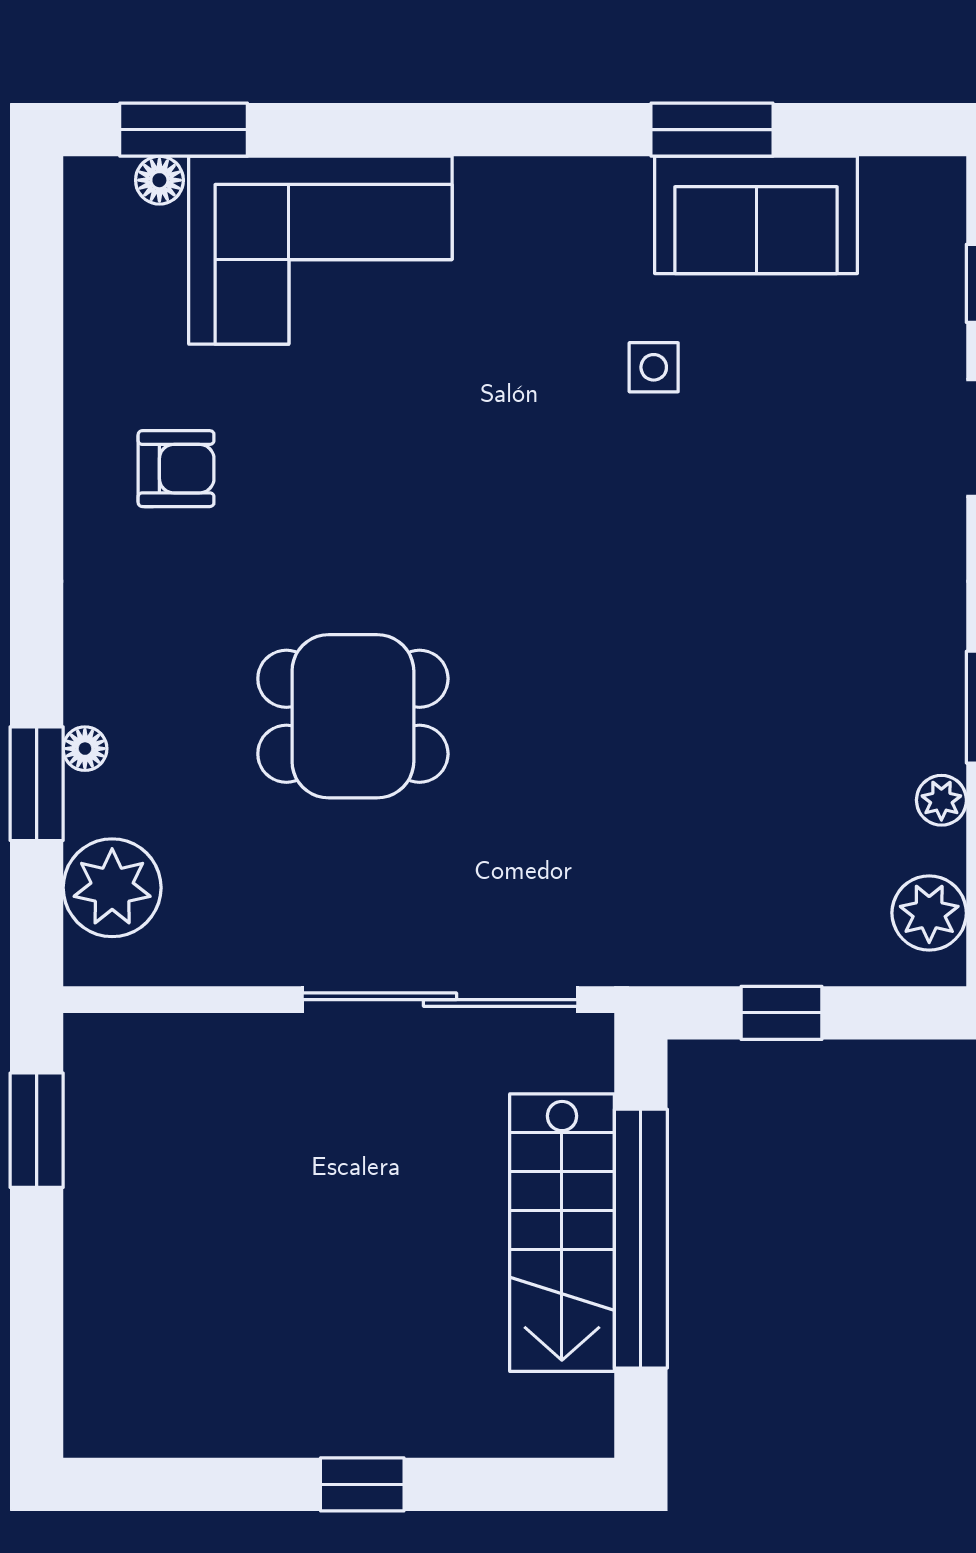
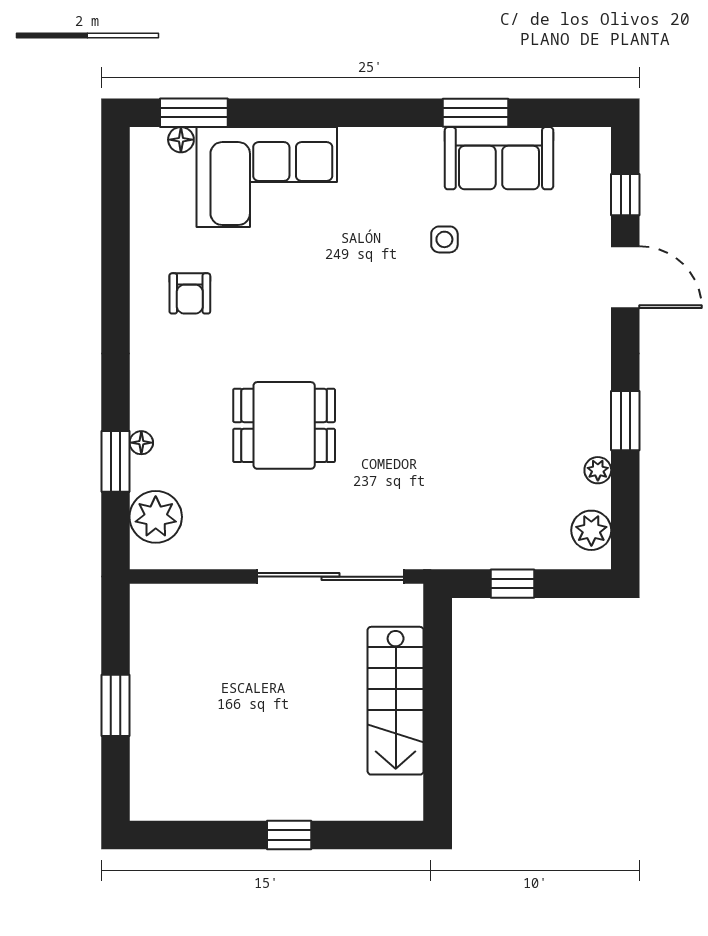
armchair: (176, 469) -> (190, 293), turned 90
window: (37, 1130) -> (115, 705), moved
window: (641, 1239) -> (438, 704), removed

